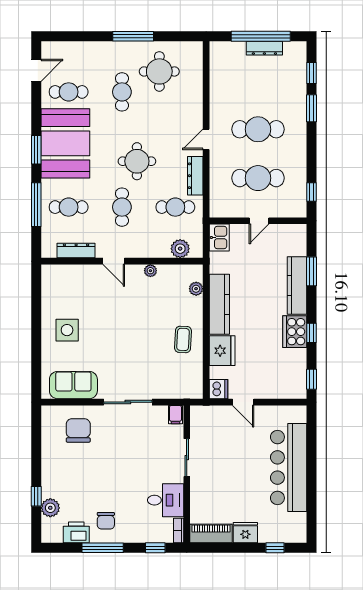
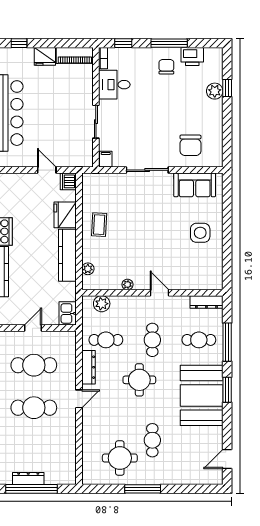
cafe table: (69, 92) -> (199, 440), removed
dresser: (76, 251) -> (206, 302), moved
plant: (50, 508) -> (215, 91), moved

